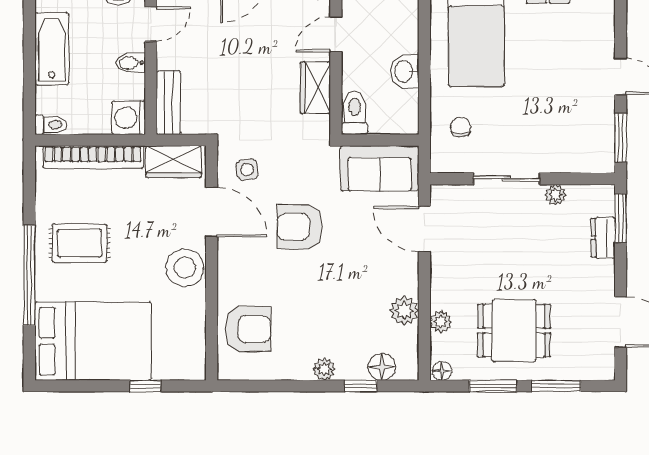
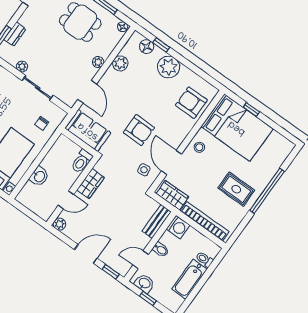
washbasin: (405, 71) -> (39, 176), moved
toilet: (51, 125) -> (204, 259), moved
stool: (185, 268) -> (199, 147), width x0.53, depth x0.53
plant: (441, 322) -> (98, 62), moved
bed: (93, 341) -> (237, 128), moved, turned 180
plant: (324, 369) -> (168, 67), width x1.88, depth x1.88

